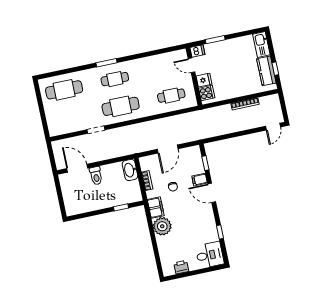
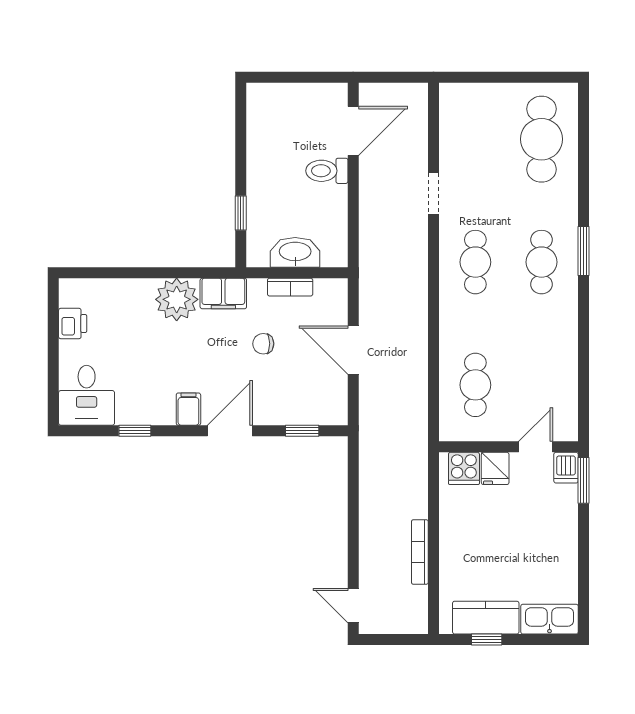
window: (215, 40) -> (583, 480), moved
cafe table: (121, 106) -> (475, 262), width x0.73, depth x0.74
washbasin: (130, 170) -> (295, 252), moved
filing cabinet: (200, 180) -> (188, 409), moved

